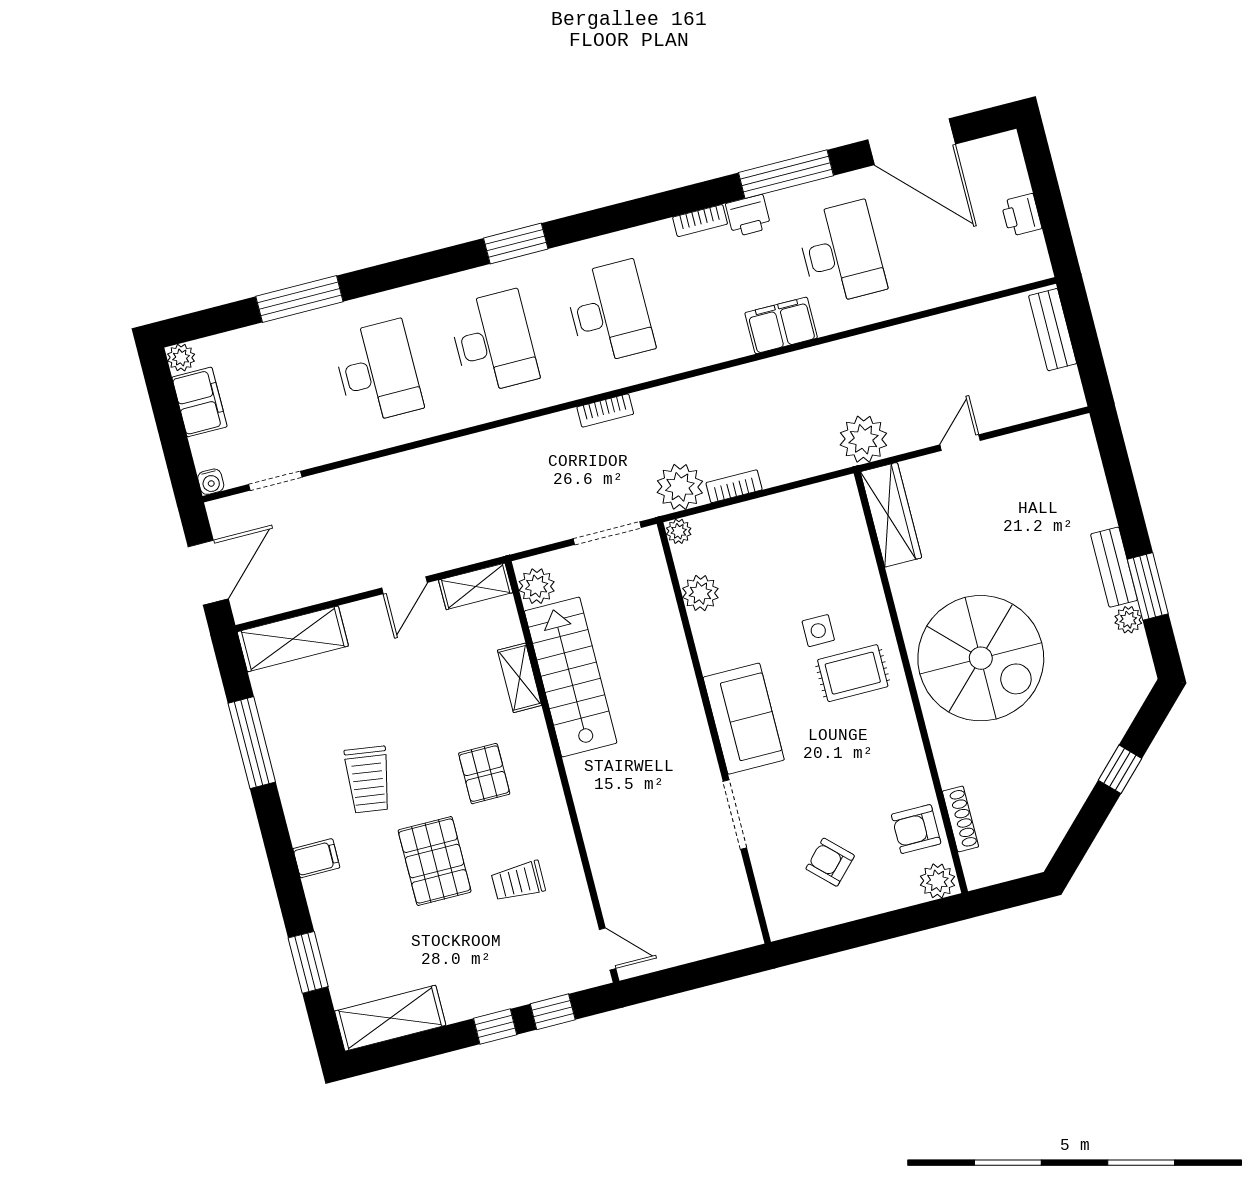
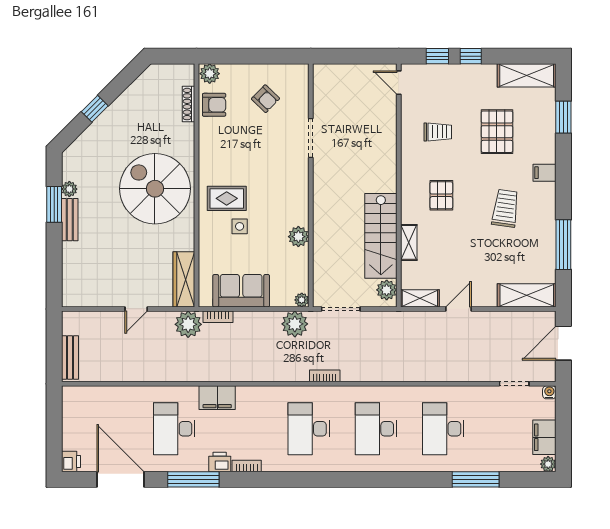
printer: (1021, 215) -> (71, 462), moved
window: (516, 243) -> (350, 479), removed
bookcase: (734, 486) -> (218, 317), moved
plant: (700, 593) -> (298, 237), moved
sofa: (744, 719) -> (241, 291), moved, turned 90
pallet: (435, 861) -> (497, 132), moved

